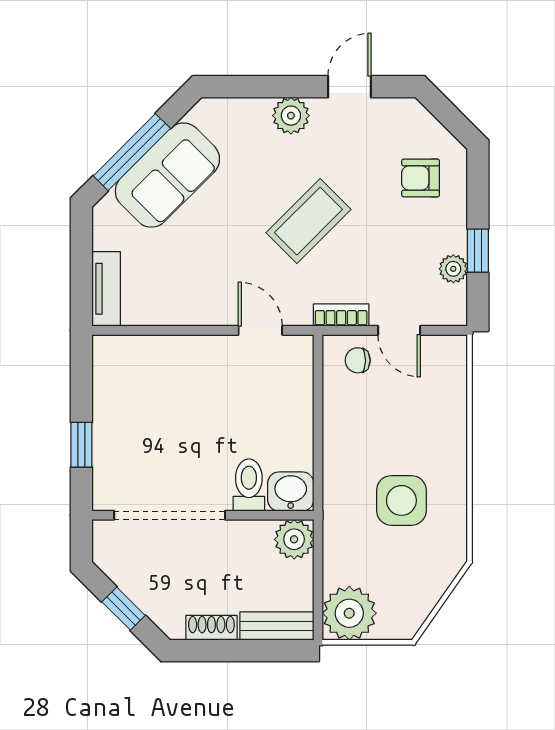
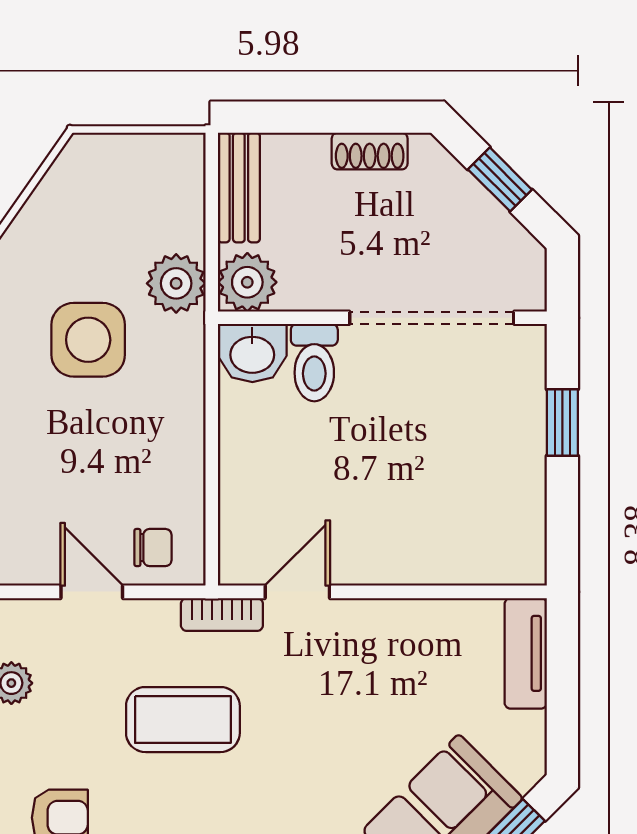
coffee table: (308, 221) -> (183, 720), moved, turned 45
bookcase: (341, 315) -> (222, 615), moved
door: (260, 330) -> (297, 592), swing flipped
plant: (349, 613) -> (176, 283), moved, width x0.73, depth x0.73
bench: (277, 626) -> (239, 187), moved, turned 90

